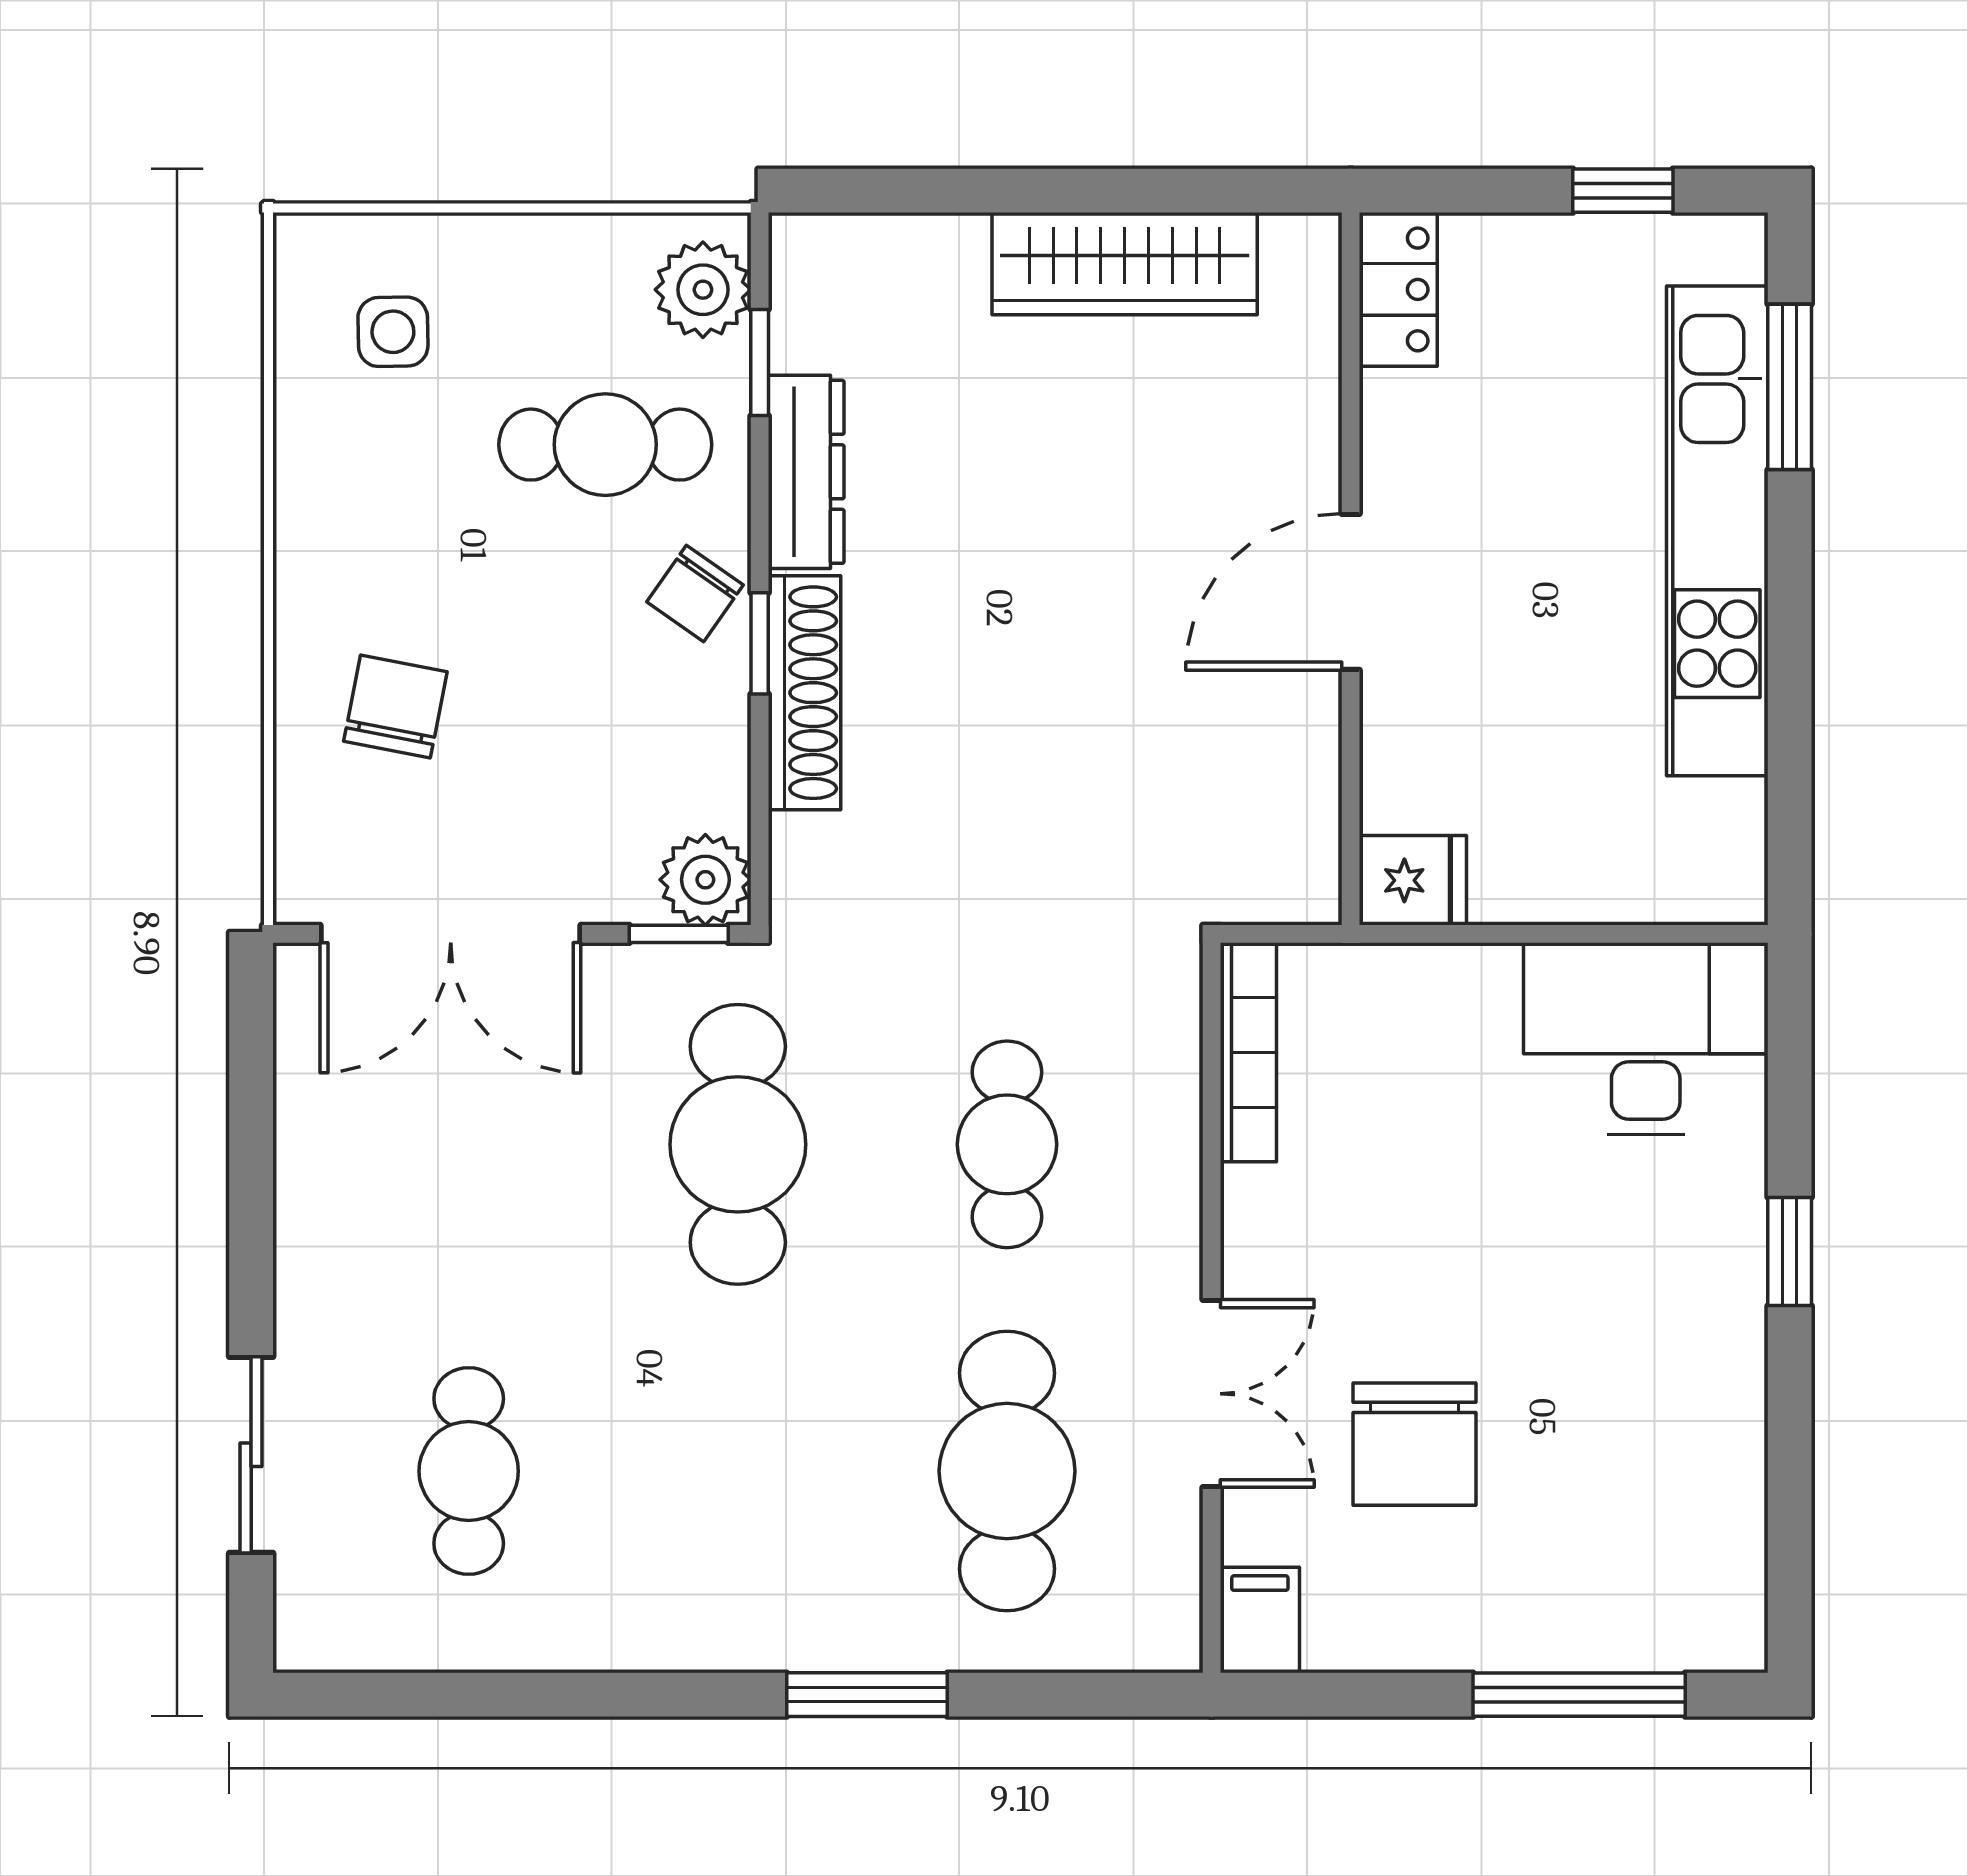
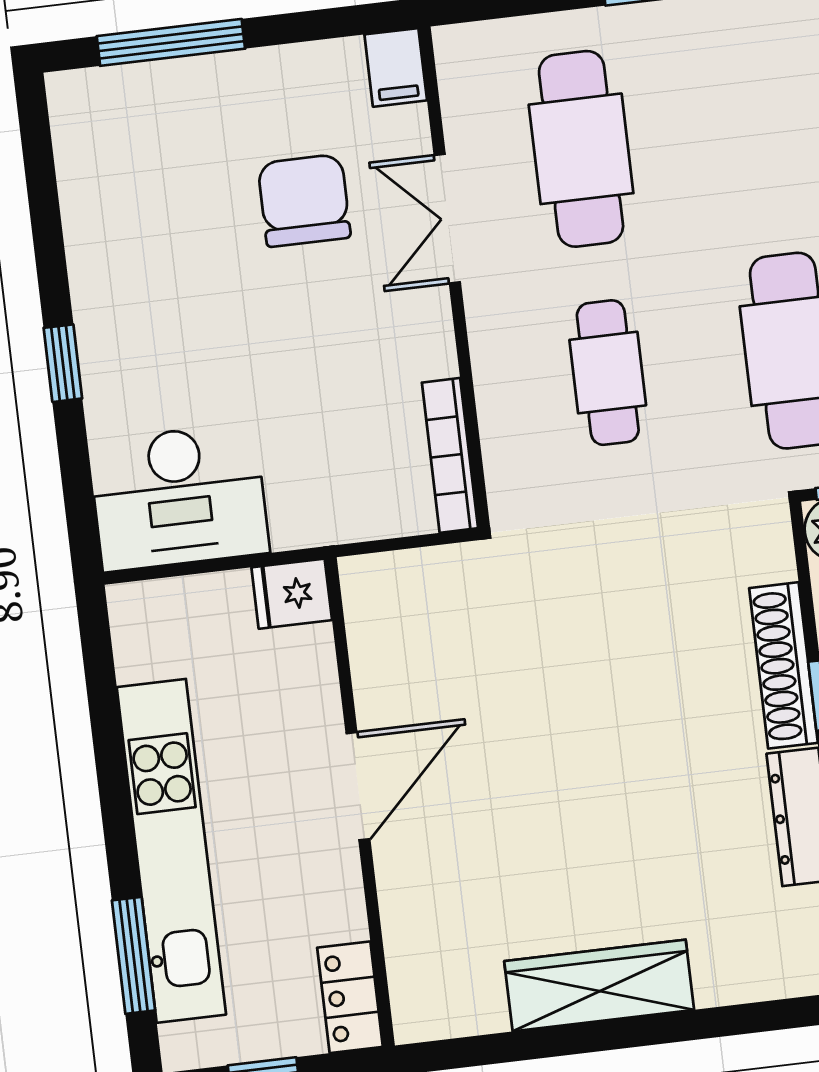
locker: (1398, 289) -> (350, 997), moved
wall: (1351, 569) -> (360, 802), moved
door: (1351, 592) -> (358, 786), moved
fridge: (1413, 880) -> (292, 594), moved

